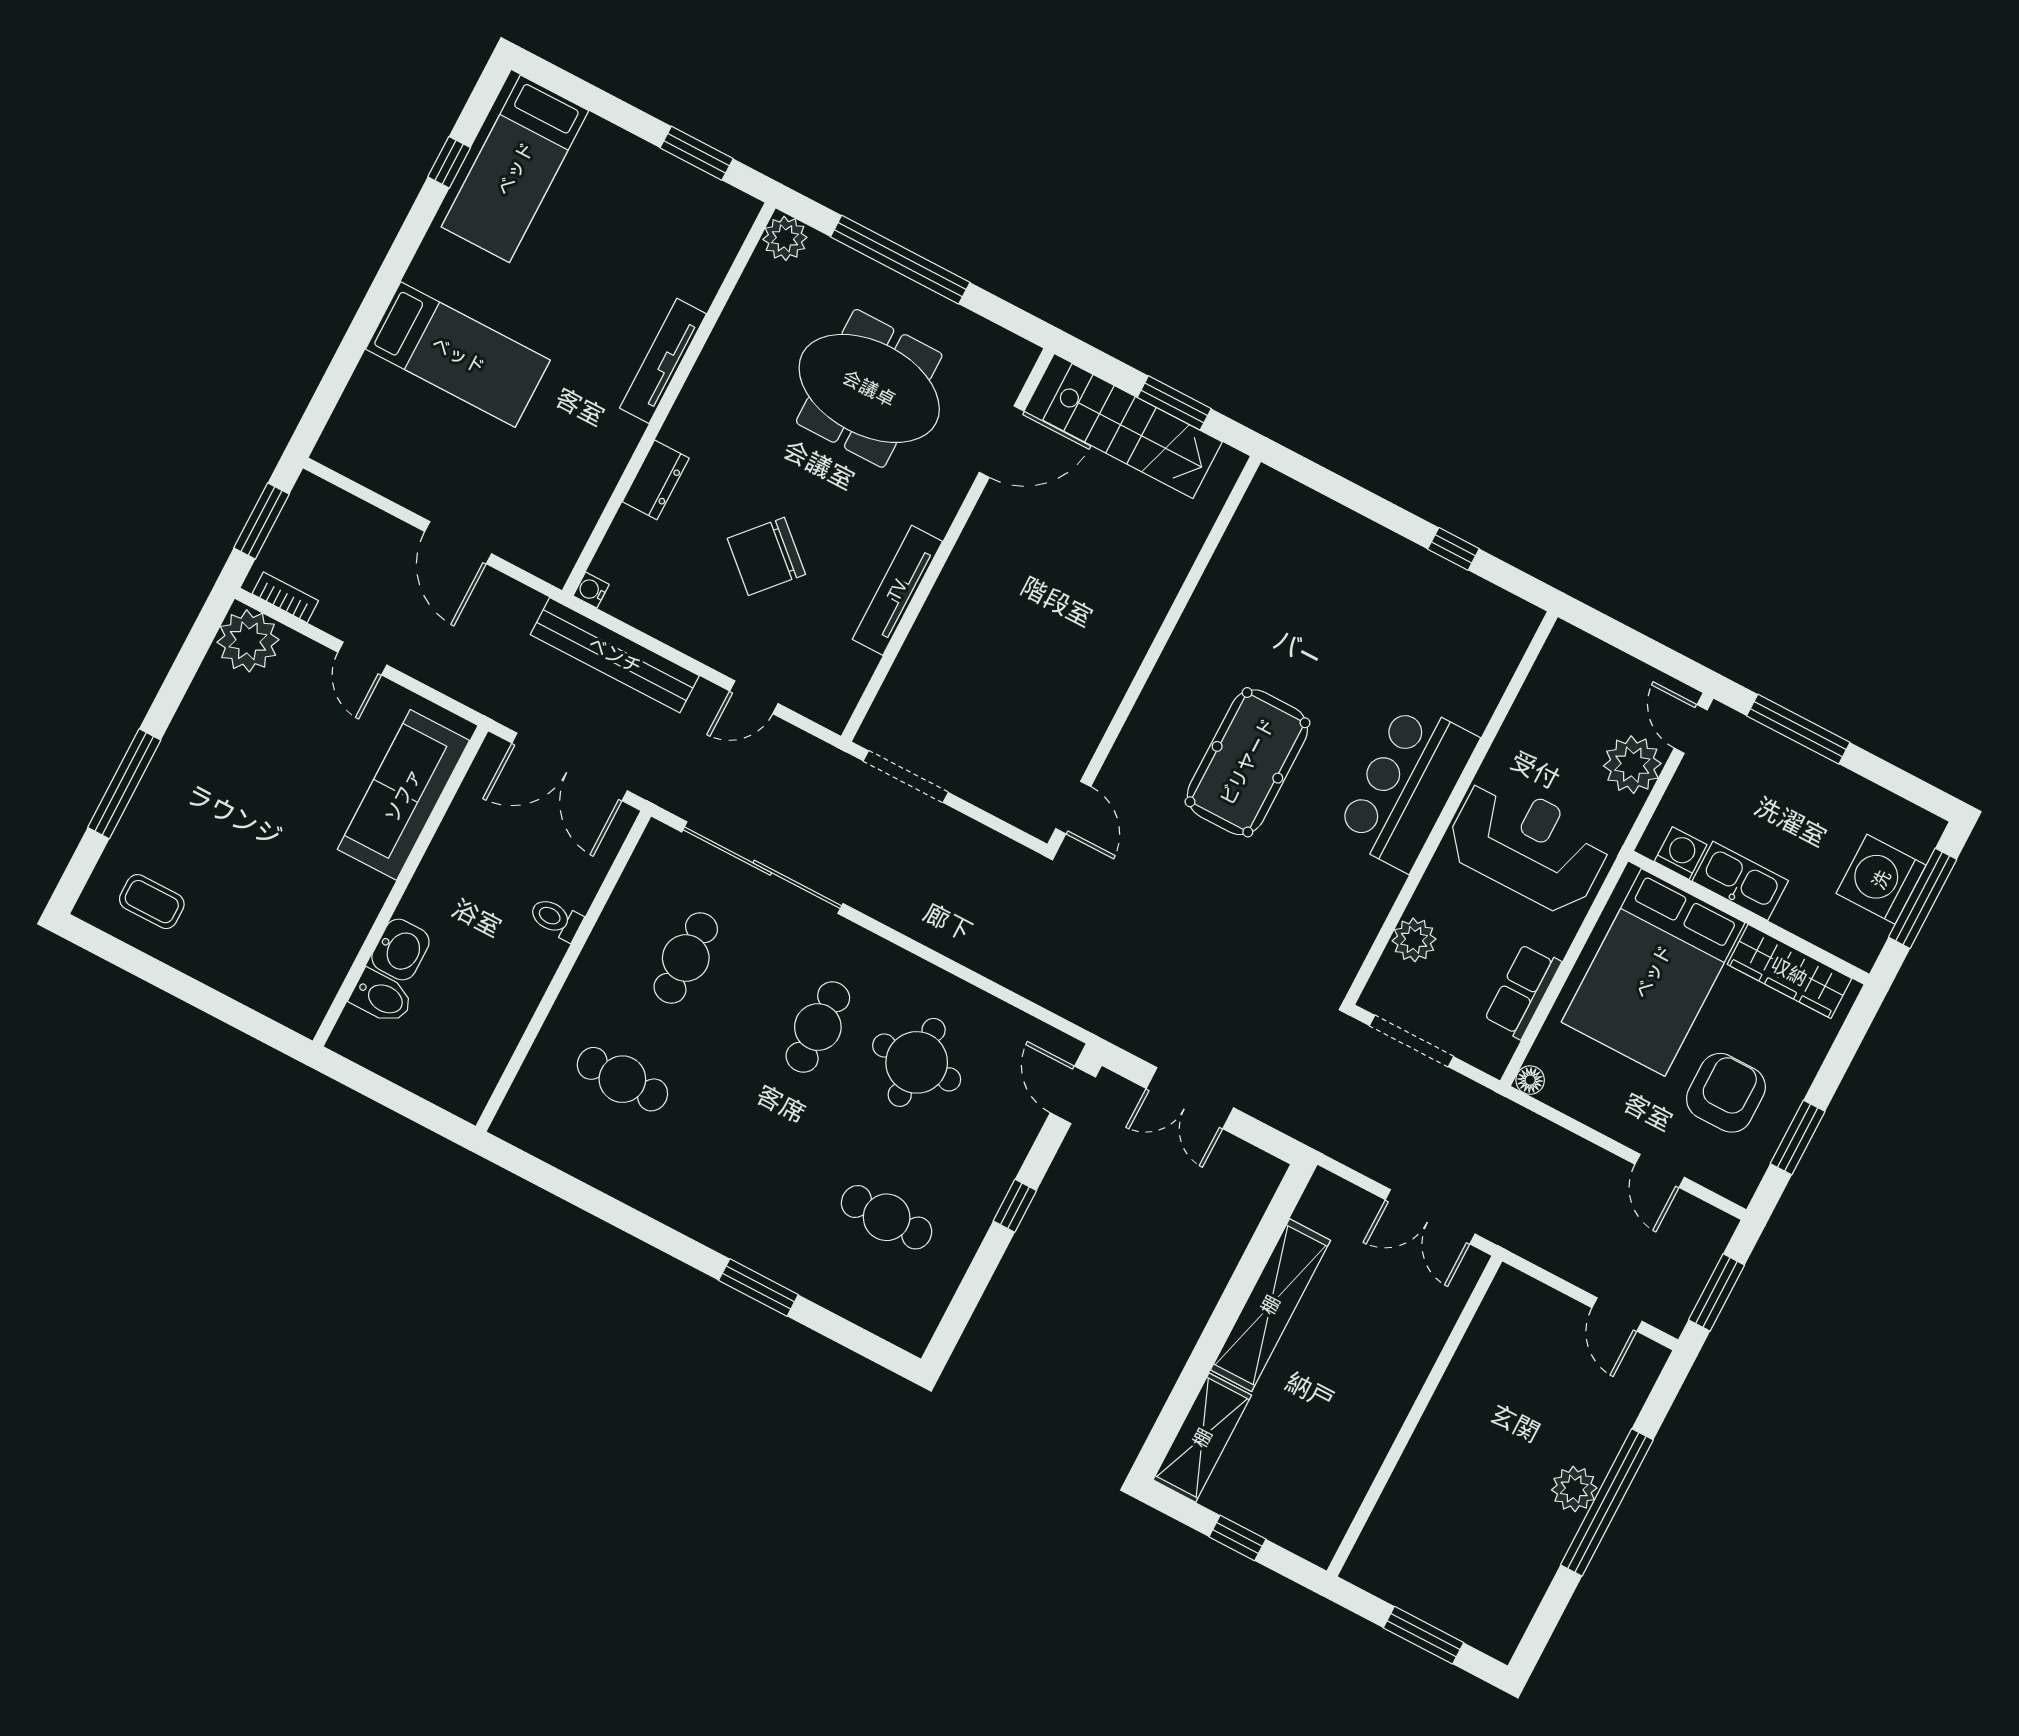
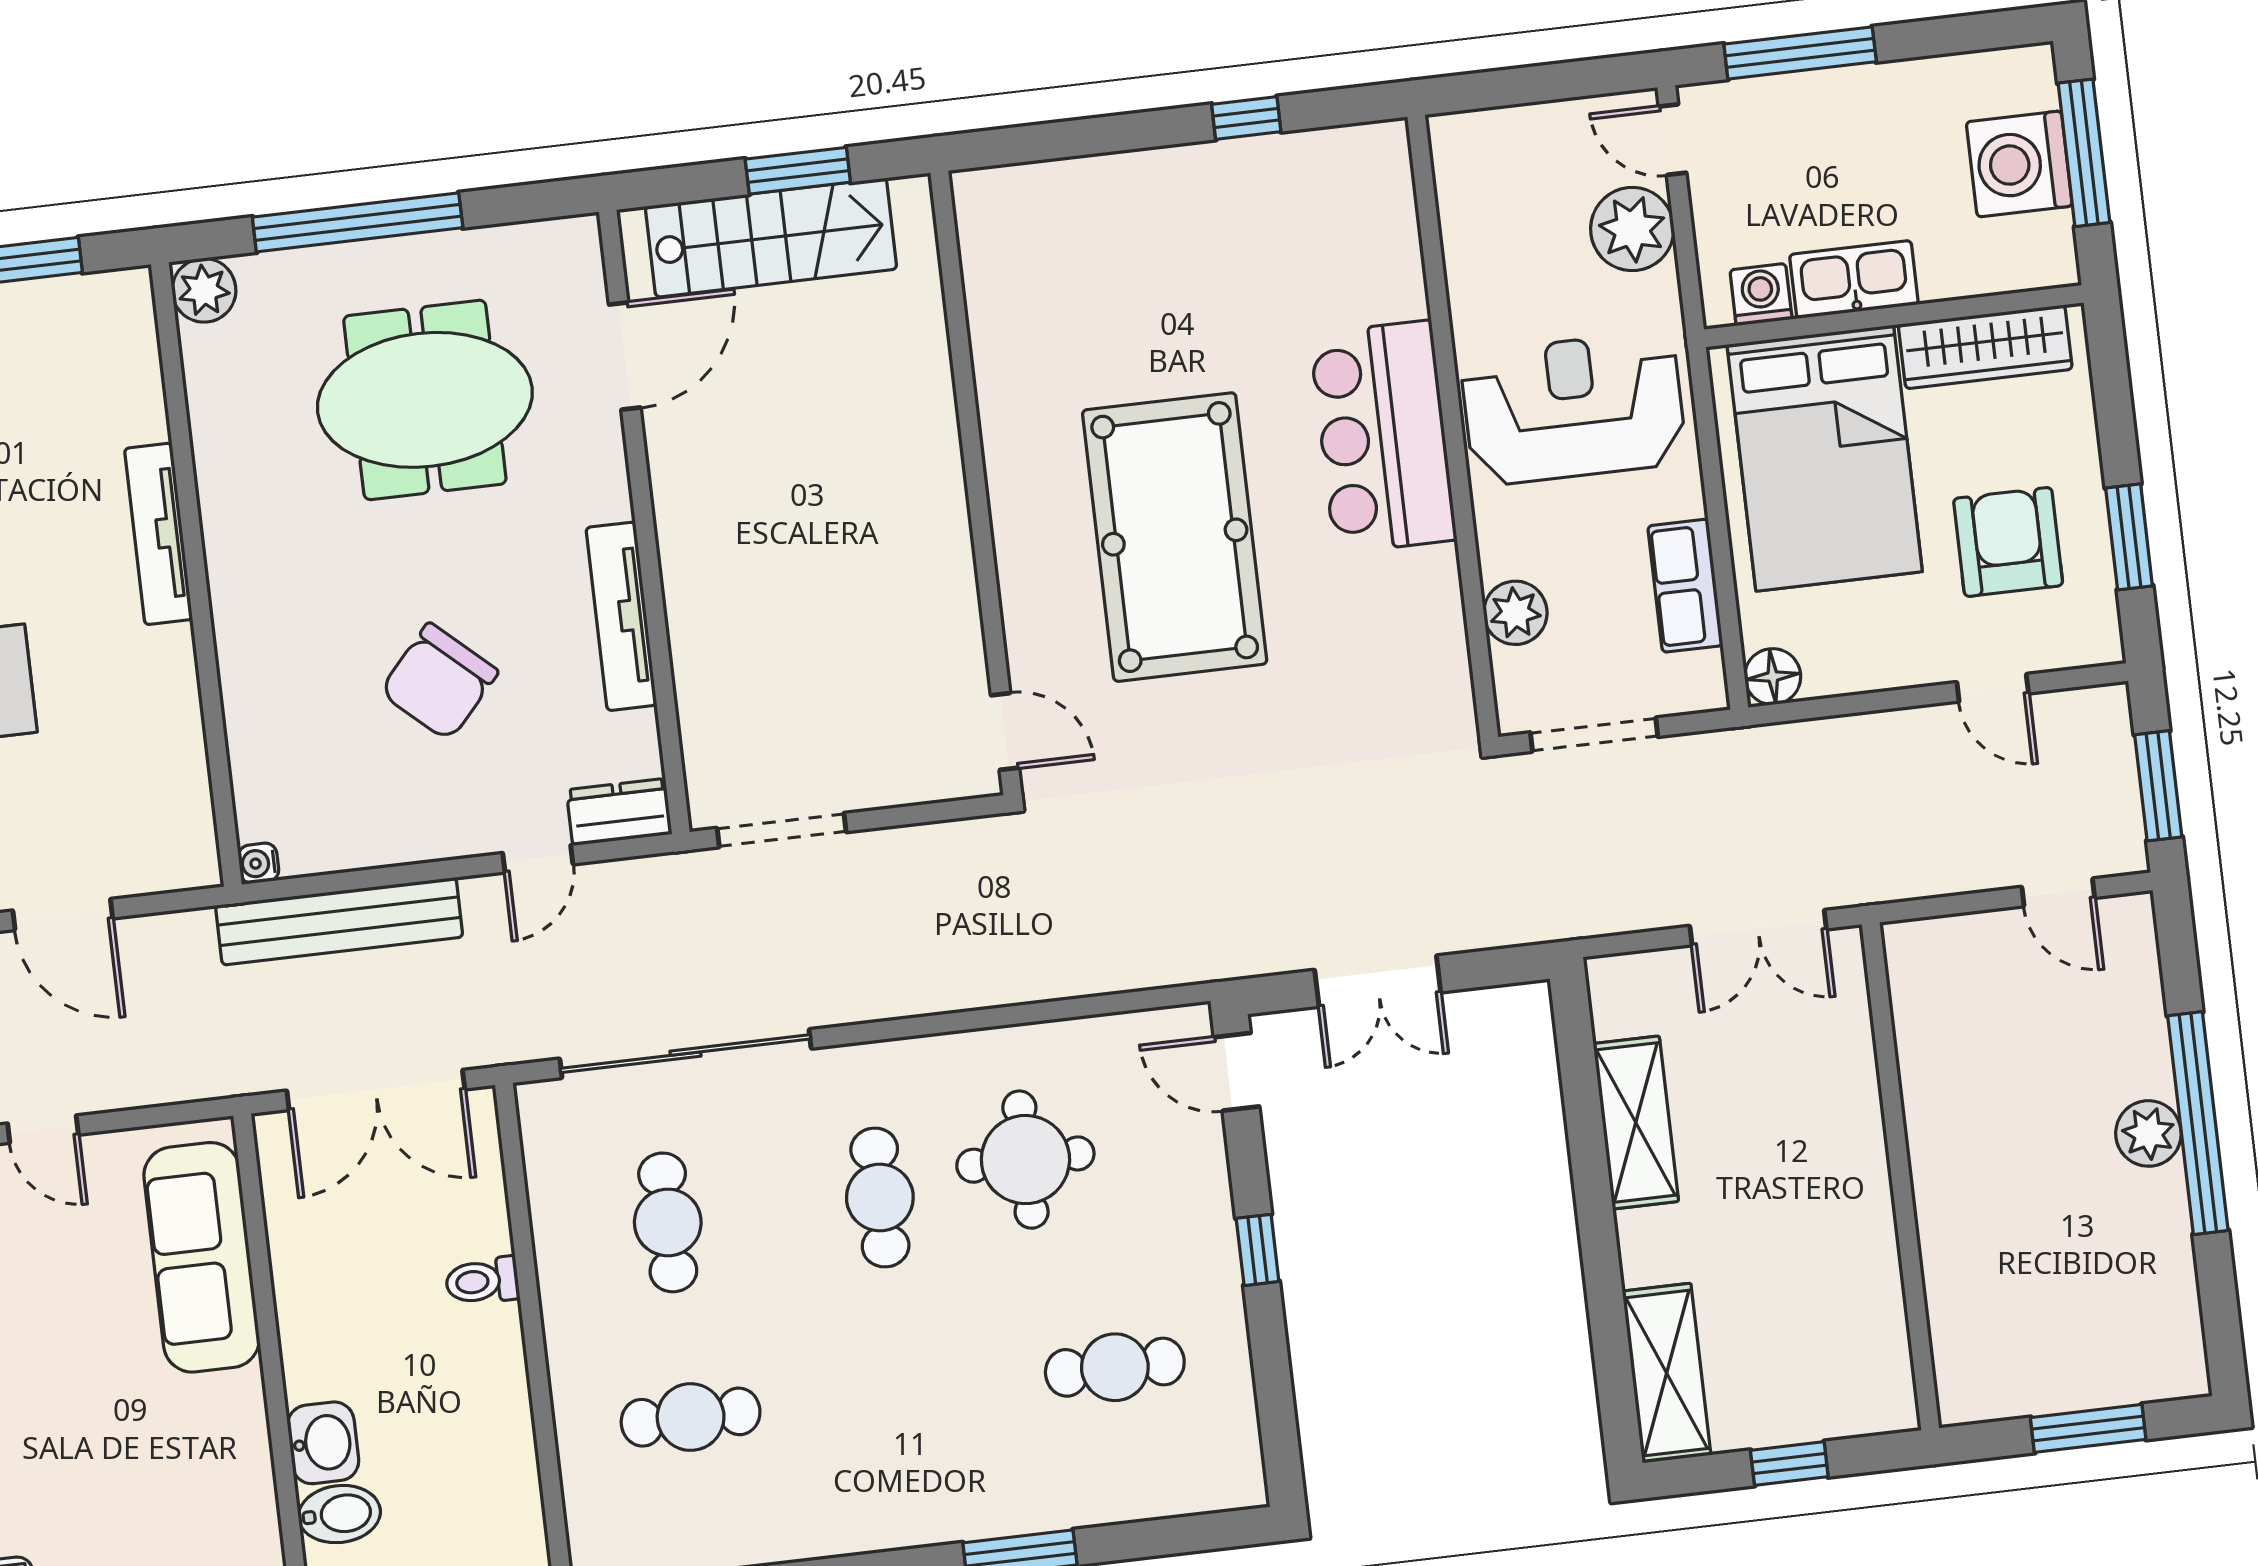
dresser: (656, 480) -> (619, 812), moved, turned -90
pool table: (1247, 762) -> (1175, 537), width x1.36, depth x1.32
floor lamp: (1530, 1080) -> (1773, 677), width x1.37, depth x1.37
shelving: (1270, 1305) -> (1636, 1123), width x0.68

